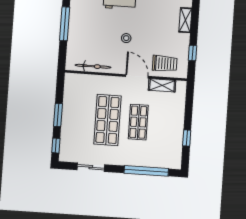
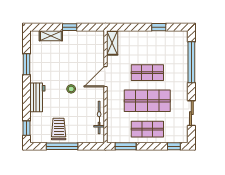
window: (192, 53) -> (70, 27), moved
trolley: (165, 63) -> (59, 129), moved
shelving: (162, 85) -> (112, 43), moved
window: (58, 115) -> (126, 146), moved
shop shelf: (77, 118) -> (147, 129), added

